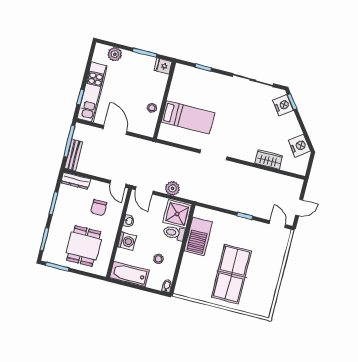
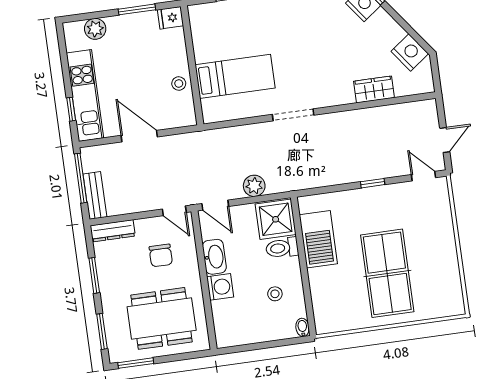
washbasin: (129, 221) -> (214, 257), width x1.91, depth x1.45
dining table: (84, 246) -> (162, 318), width x1.38
bathtub: (129, 274) -> (242, 332), removed

